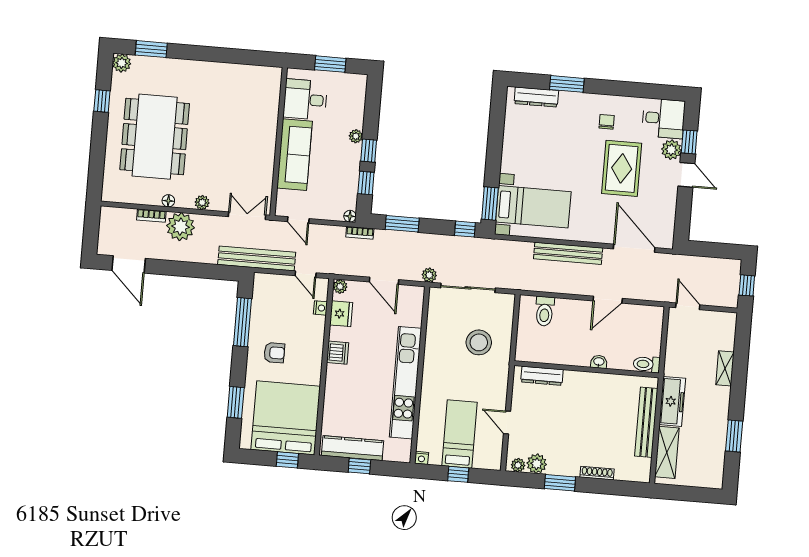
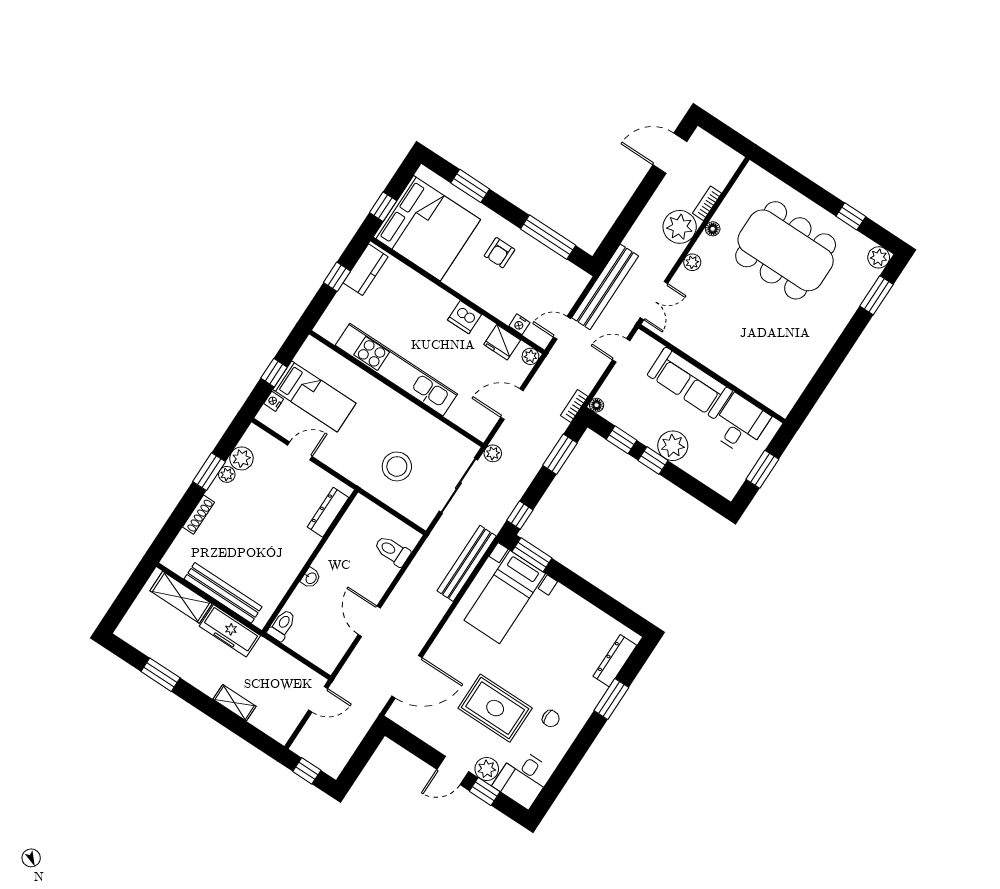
plant: (356, 136) -> (673, 446), width x1.88, depth x1.88
bench: (568, 253) -> (467, 563), moved
kitchen counter: (352, 448) -> (366, 270), width x0.67
nightstand: (422, 458) -> (274, 401), moved
plant: (518, 465) -> (227, 474), moved

